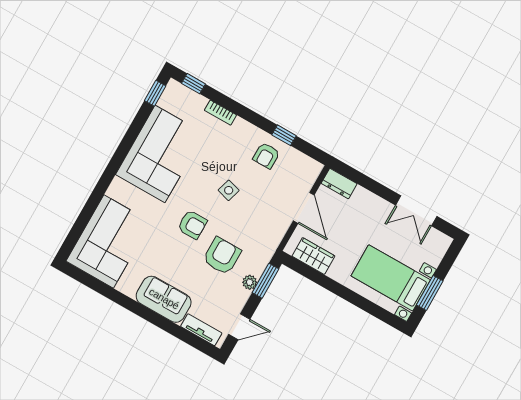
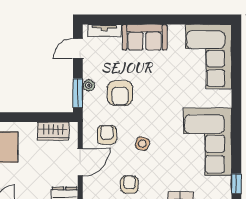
door: (304, 208) -> (80, 162), swing flipped
armchair: (192, 225) -> (107, 135), moved, turned 90

